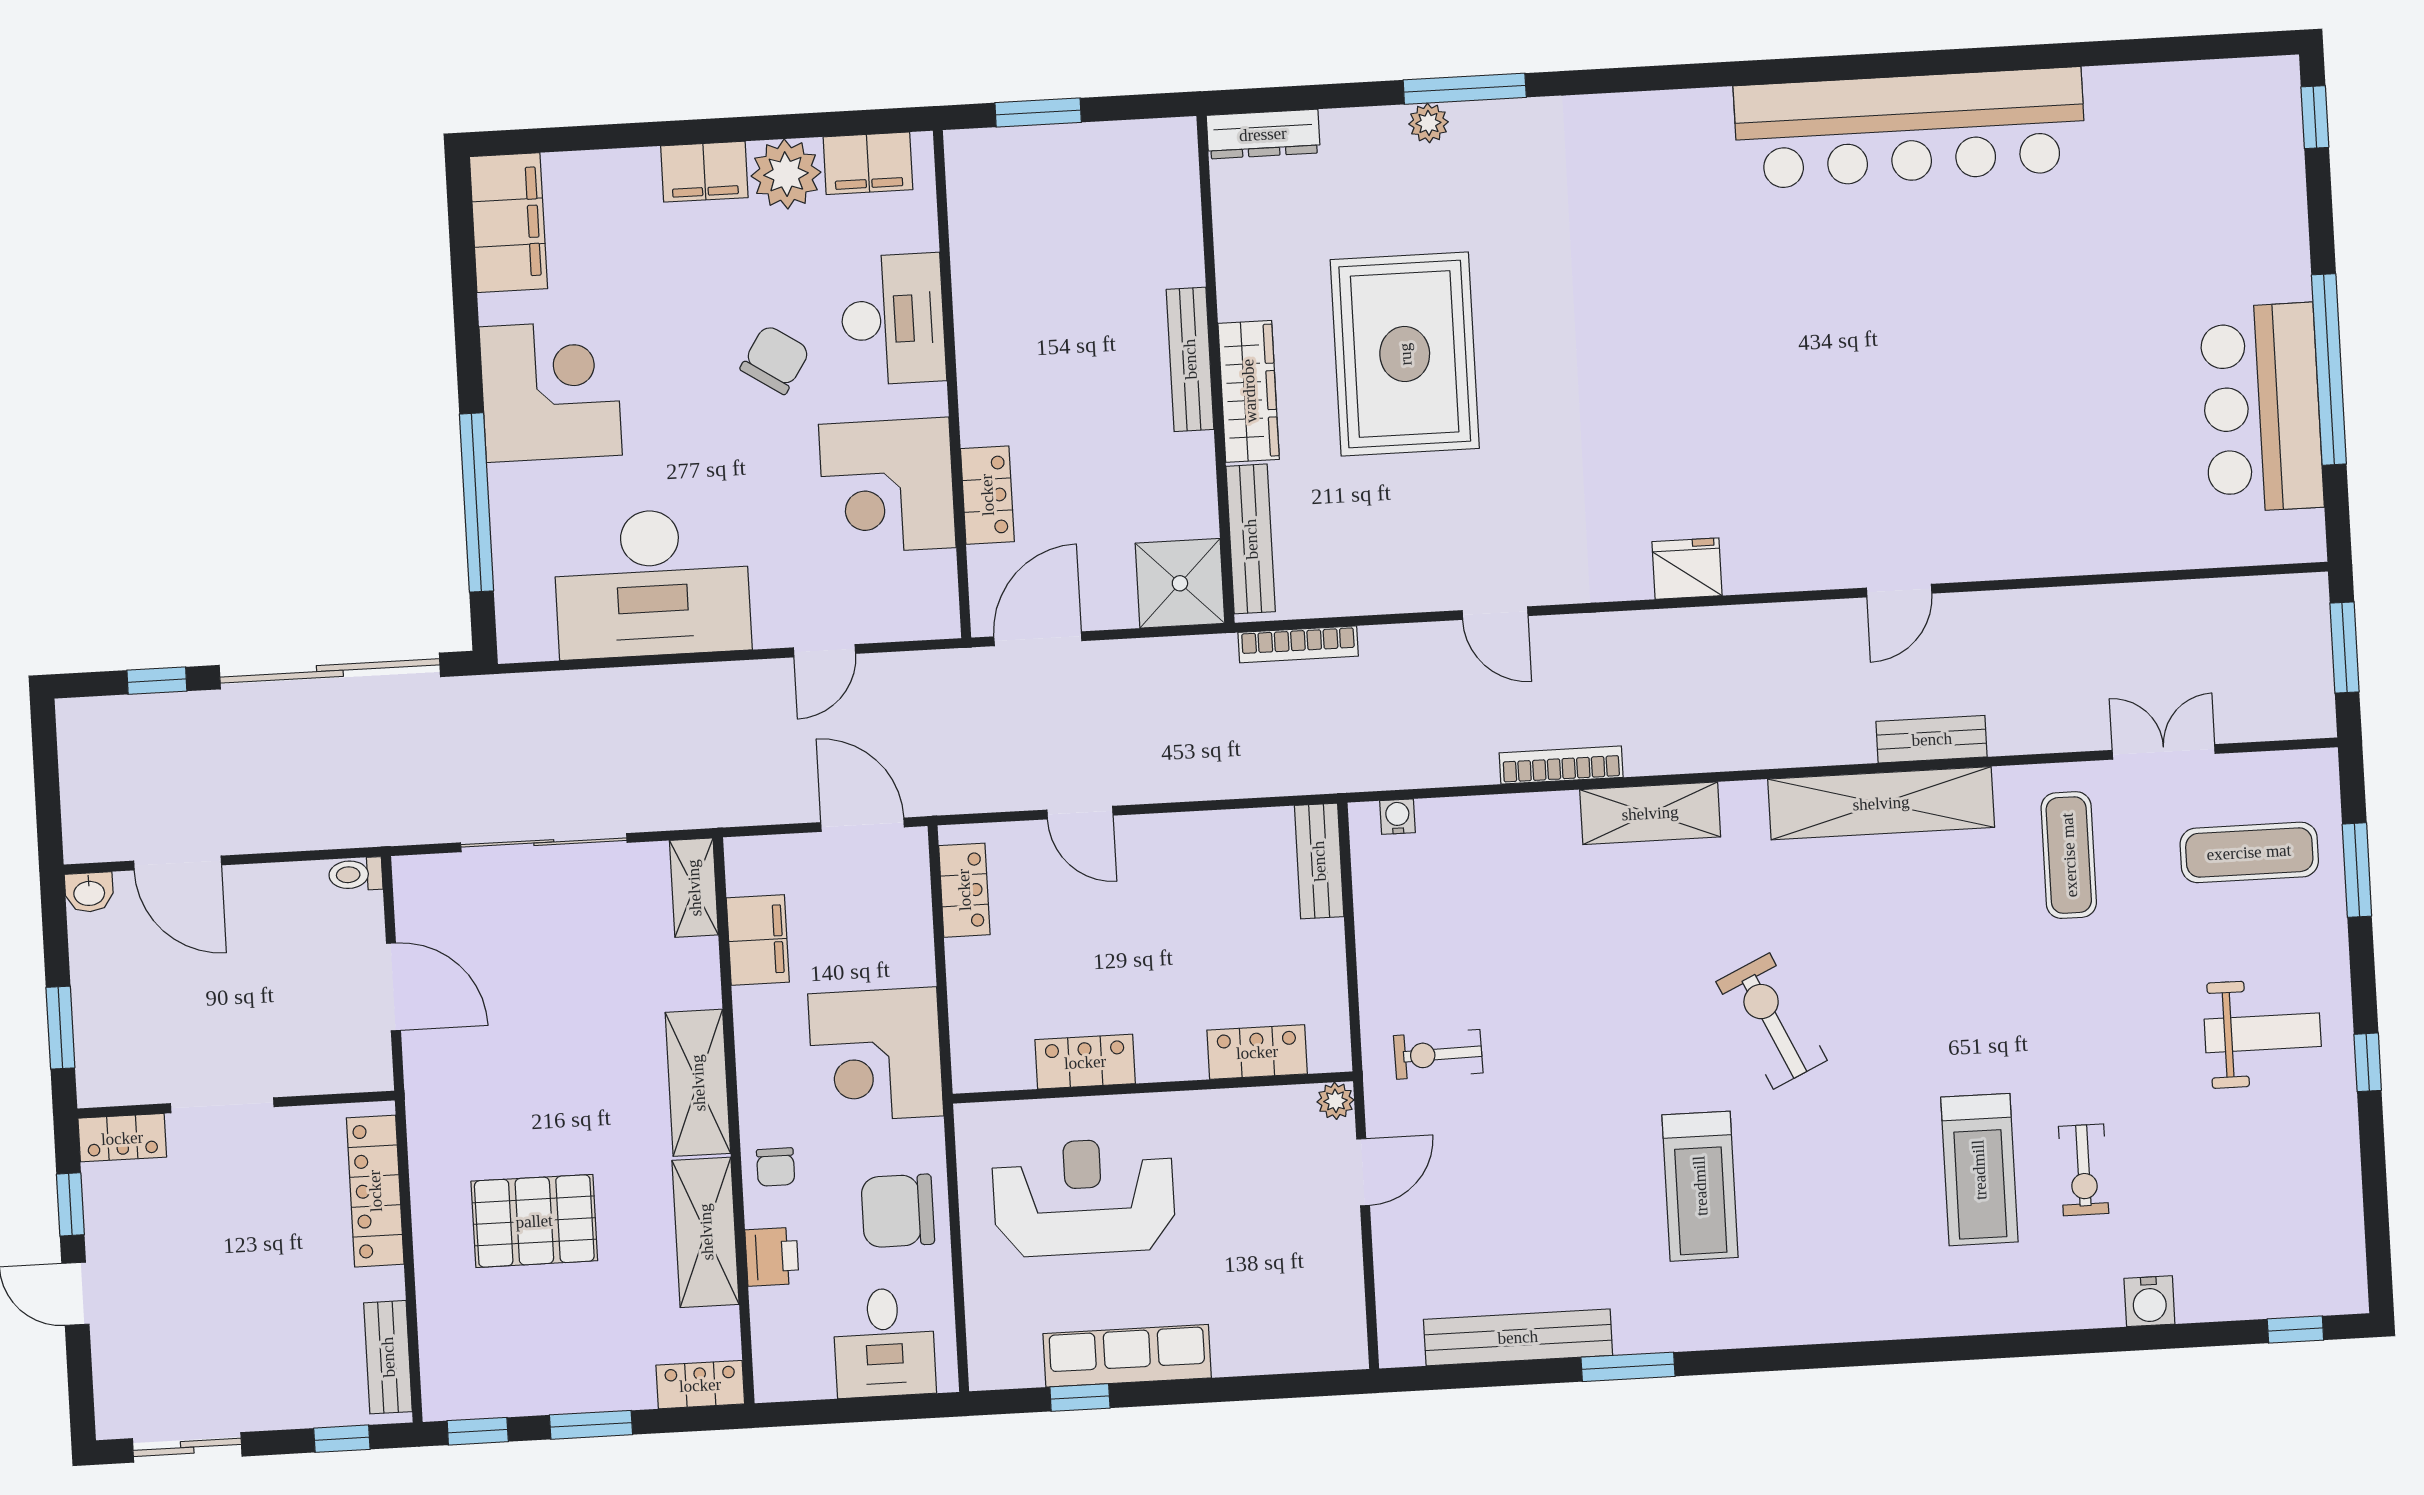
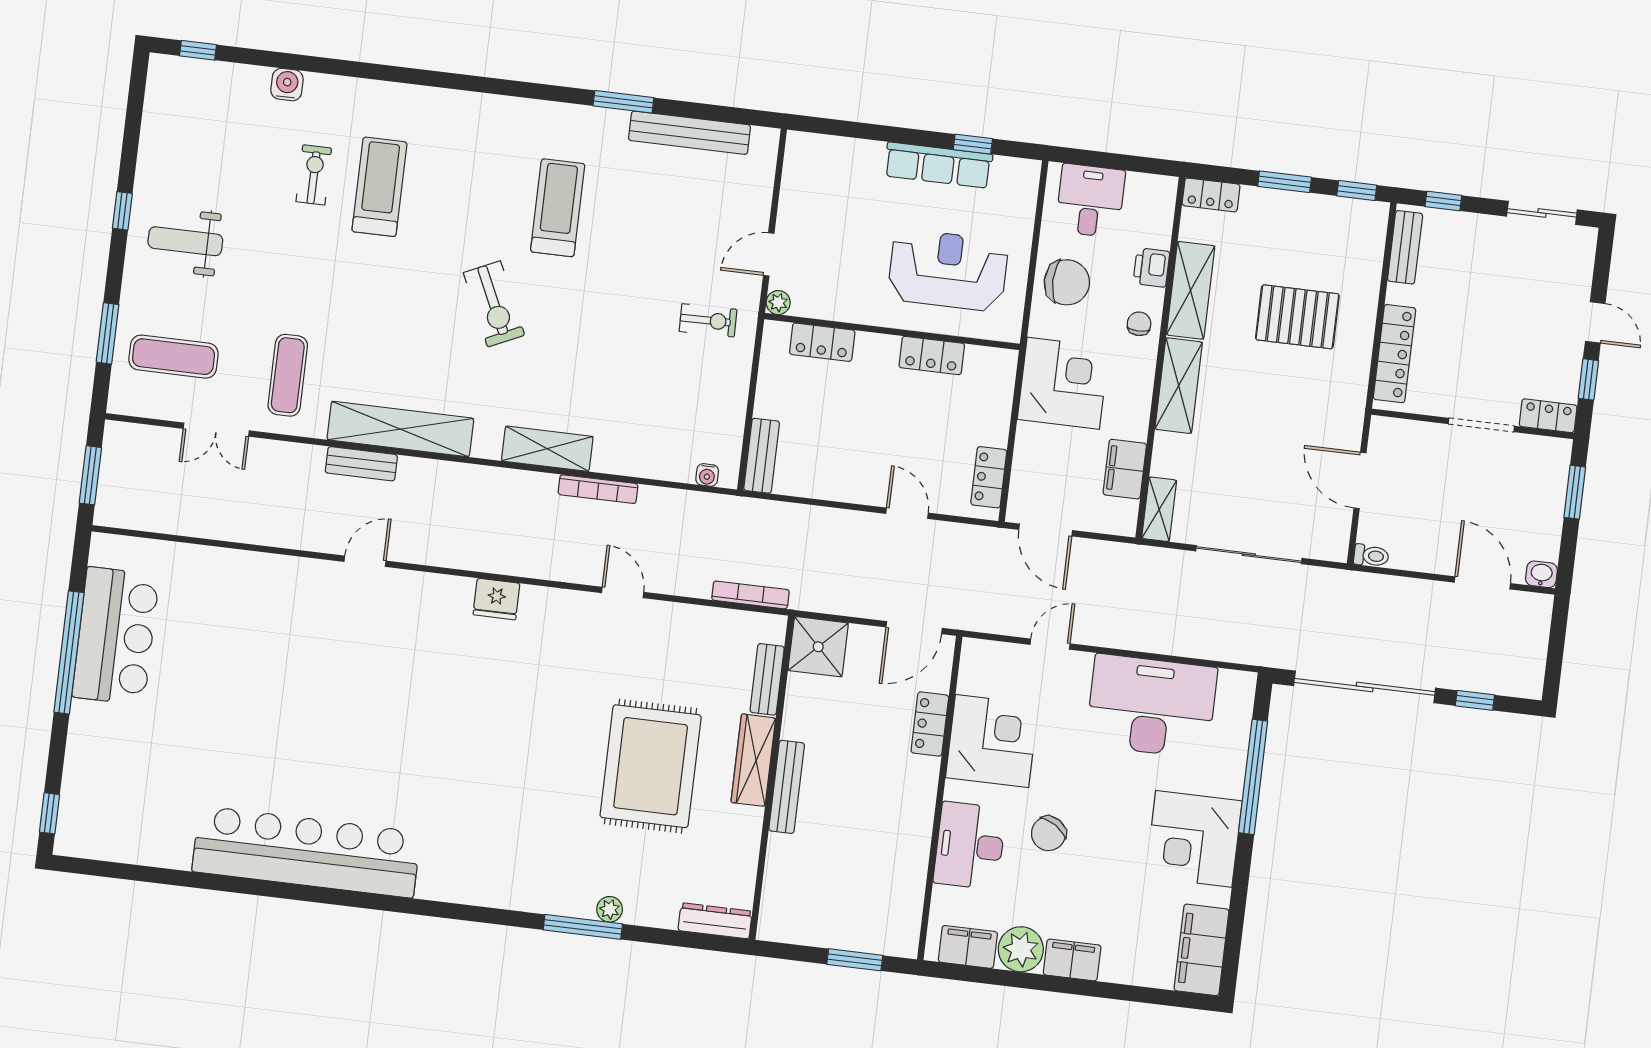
bench: (1251, 539) -> (767, 679), width x0.73
reception desk: (1084, 1197) -> (948, 270), turned 180

